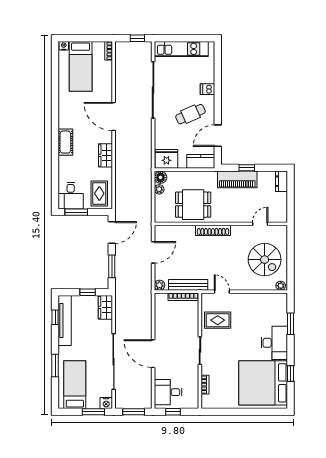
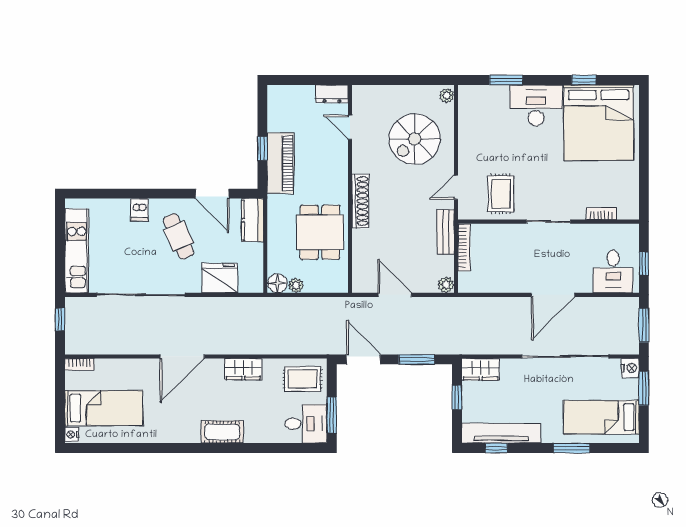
fridge: (166, 159) -> (220, 278), moved, turned 90
dresser: (282, 181) -> (332, 94), moved
spiral stairs: (265, 260) -> (415, 139), moved, turned 180
bench: (188, 285) -> (446, 232), width x0.73

